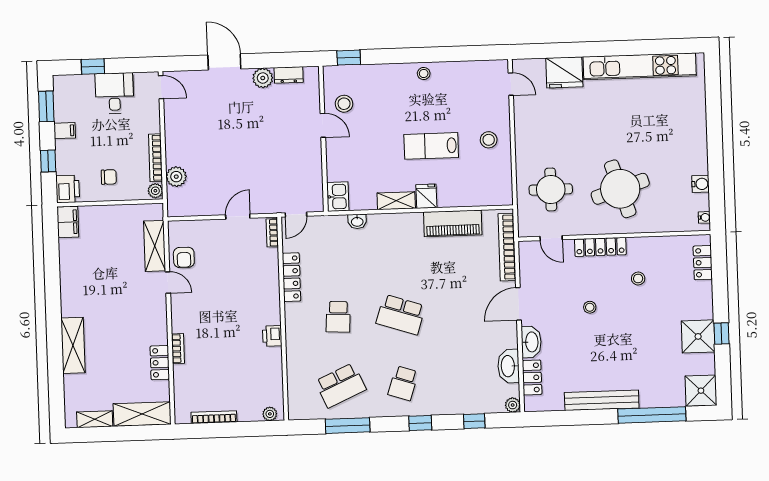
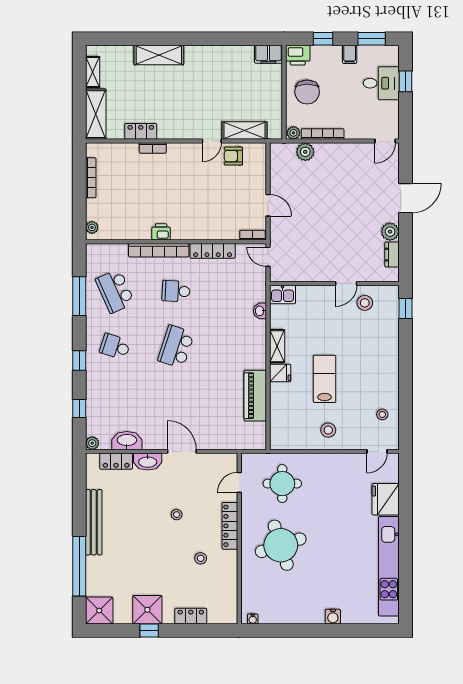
stool: (424, 73) -> (382, 414), moved
desk: (114, 93) -> (381, 83), moved
chair: (109, 177) -> (307, 92), width x1.87, depth x1.87
water cooler: (701, 184) -> (333, 617), moved
bookcase: (507, 247) -> (159, 250), moved, turned 180
locker: (703, 263) -> (191, 616), moved

